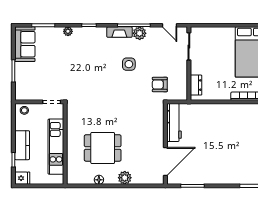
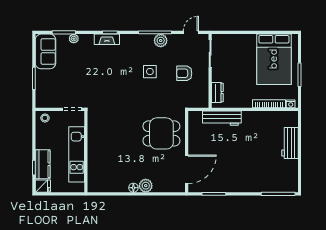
door: (170, 25) -> (191, 32), swing flipped
plant: (68, 31) -> (74, 39), moved
fireplace: (119, 32) -> (107, 39), moved
armchair: (160, 85) -> (184, 73), moved
workbench: (174, 122) -> (222, 118), moved, turned 90
kitchen counter: (22, 145) -> (43, 164), moved
dining table: (103, 148) -> (161, 133), moved
floor lamp: (99, 180) -> (133, 188), moved

